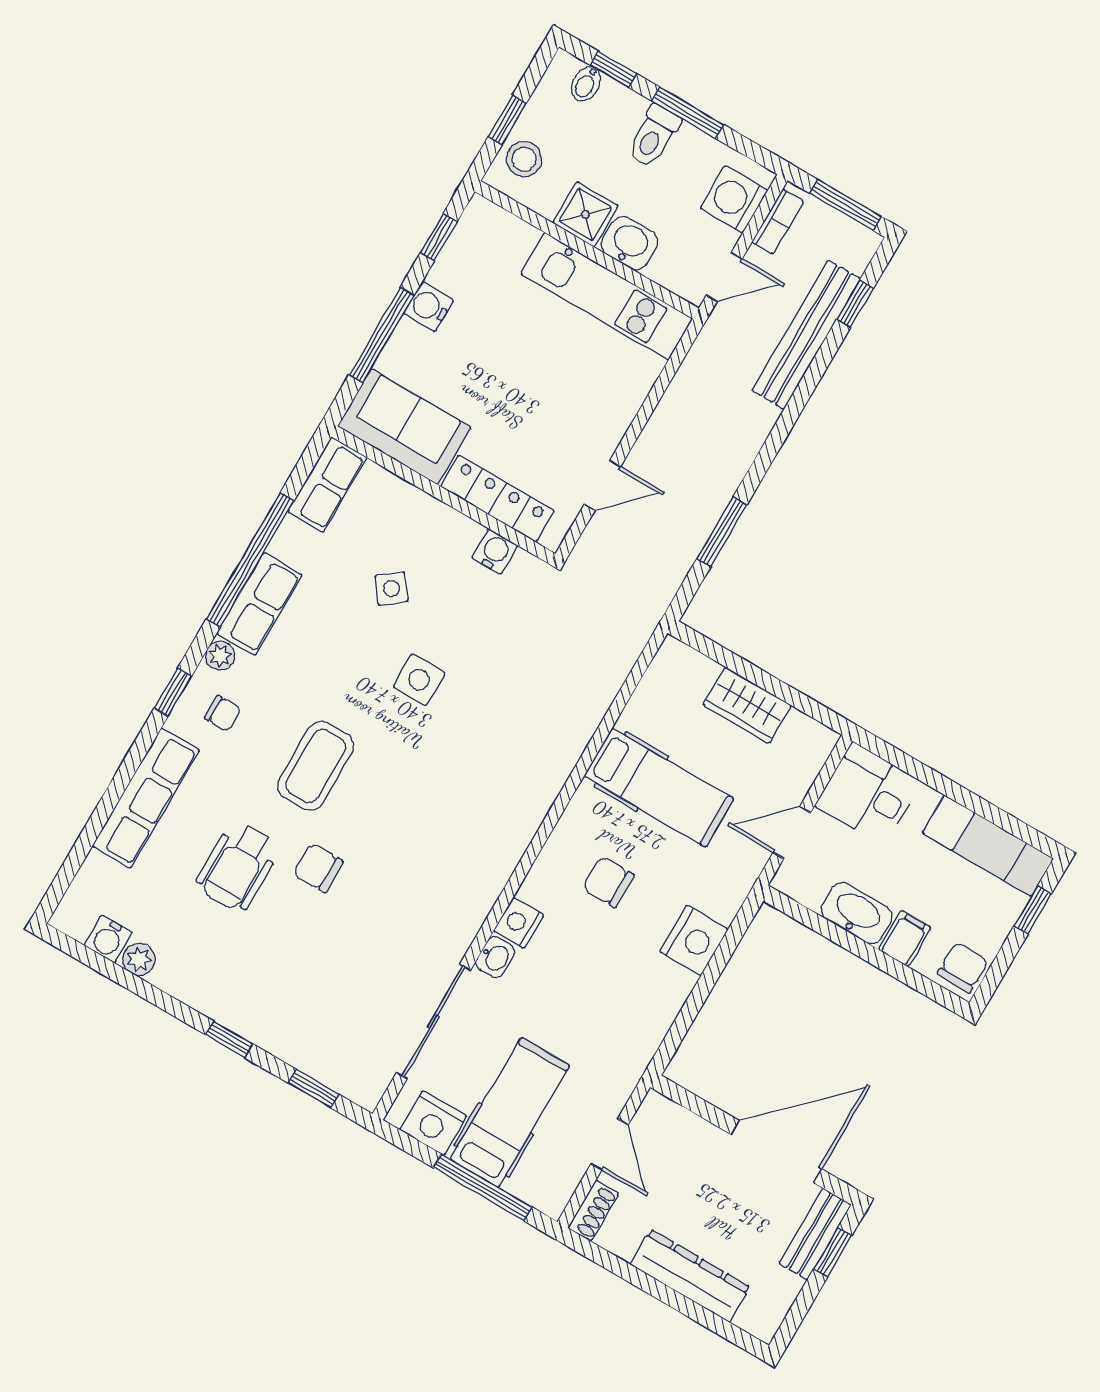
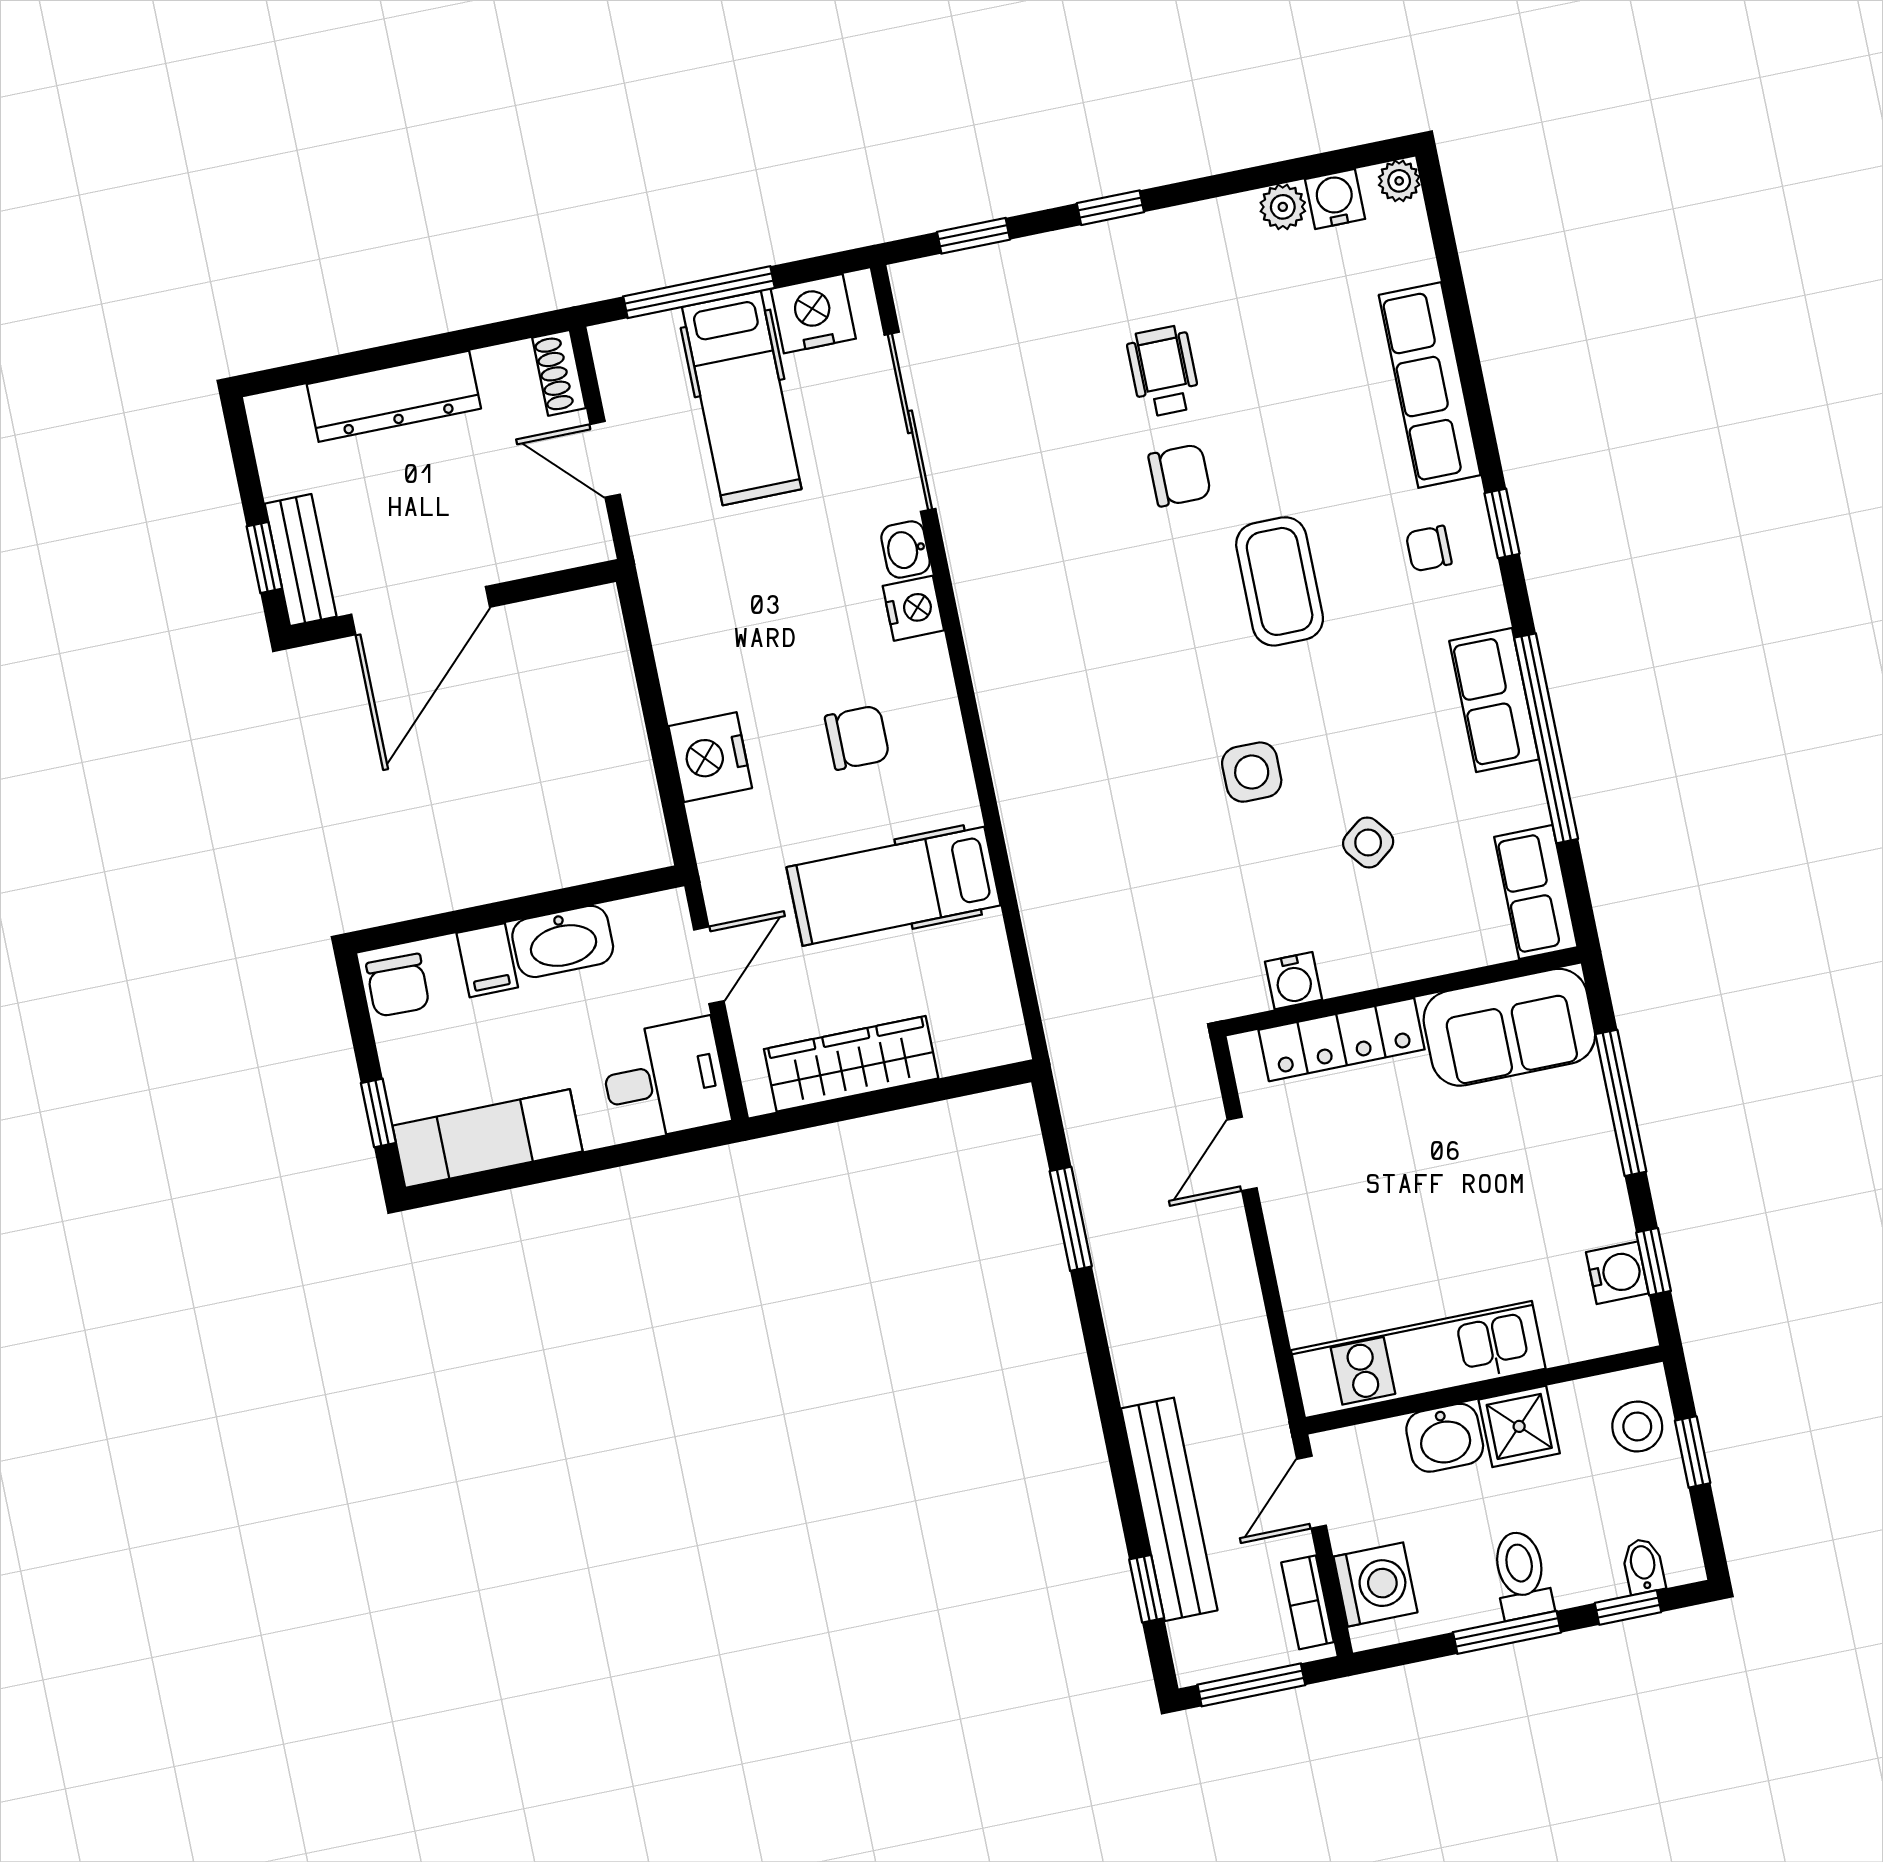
water cooler: (429, 307) -> (1617, 1273), moved
plant: (220, 656) -> (1399, 181), moved
wardrobe: (747, 705) -> (851, 1064), width x1.50
wheelchair: (238, 866) -> (1163, 371), moved, width x0.73, depth x0.73

